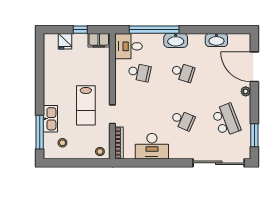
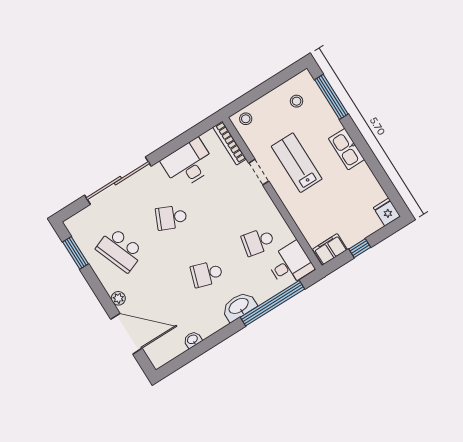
washbasin: (216, 40) -> (193, 340), width x0.52, depth x0.69
fridge: (65, 41) -> (387, 212), moved
kitchen sink: (50, 119) -> (347, 149), moved
sliding door: (219, 163) -> (118, 181), moved

